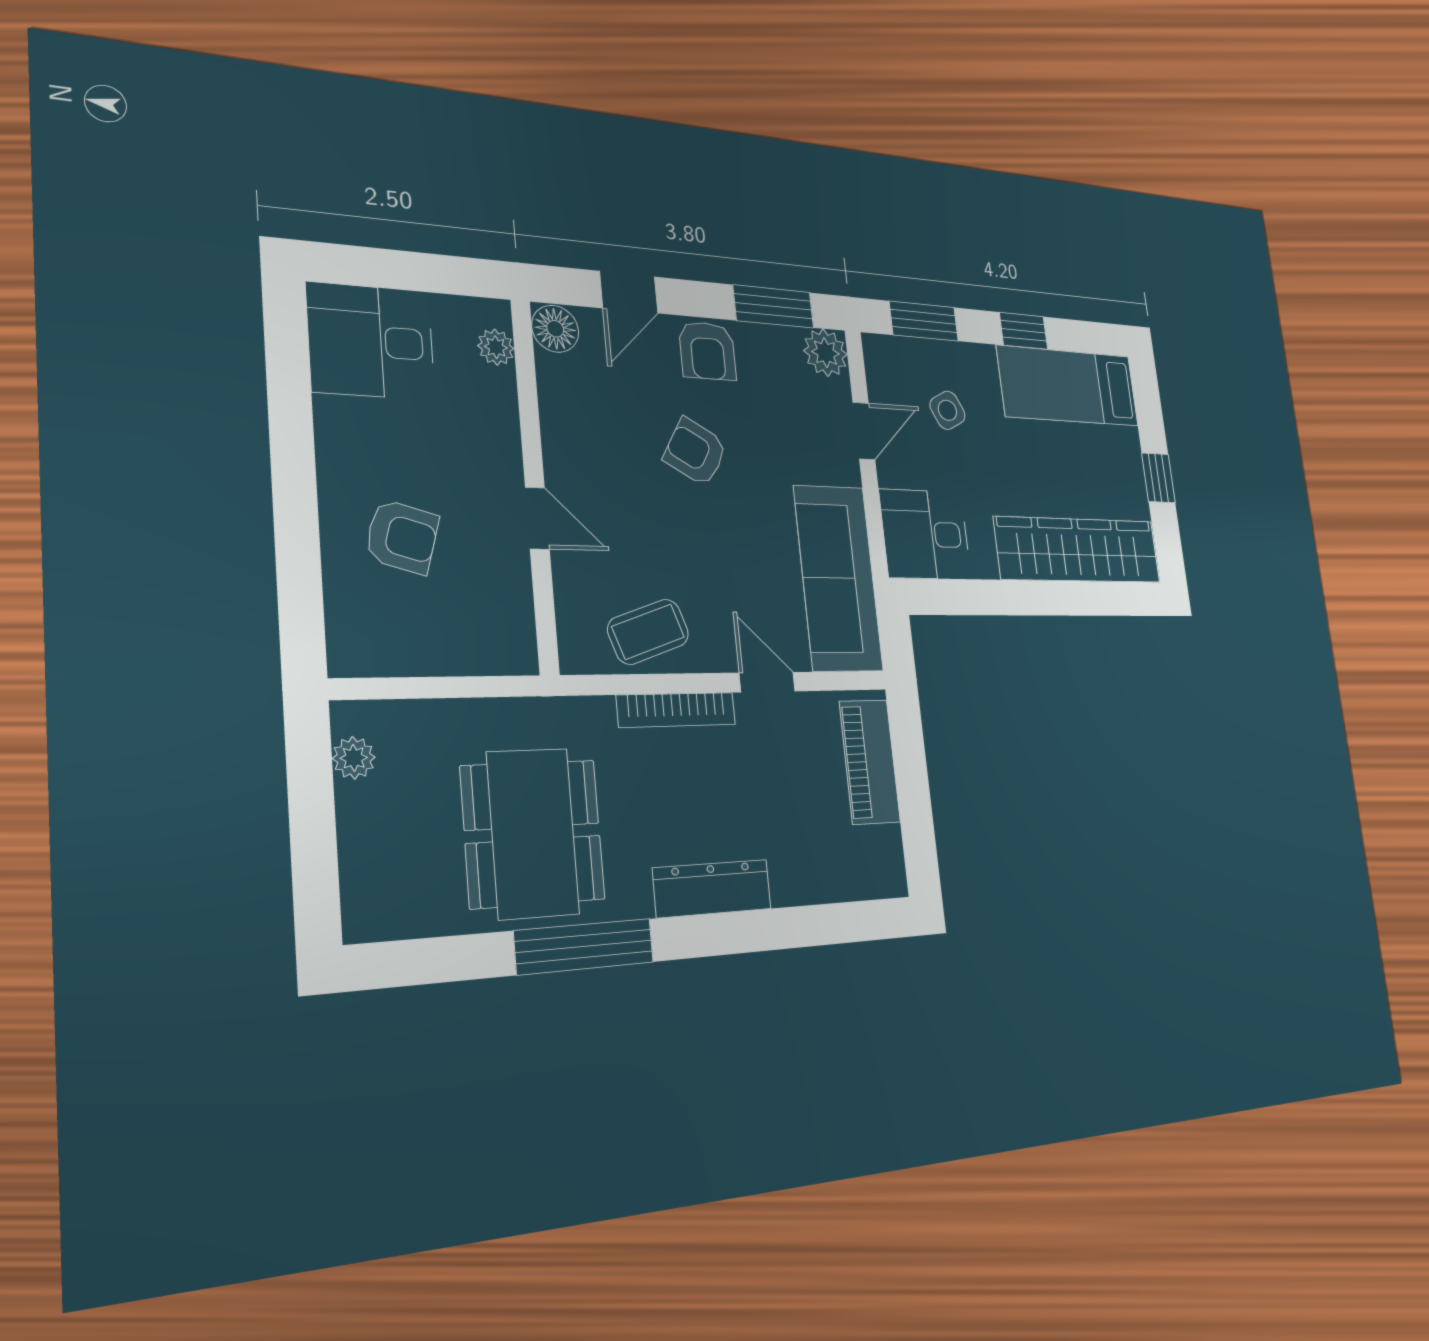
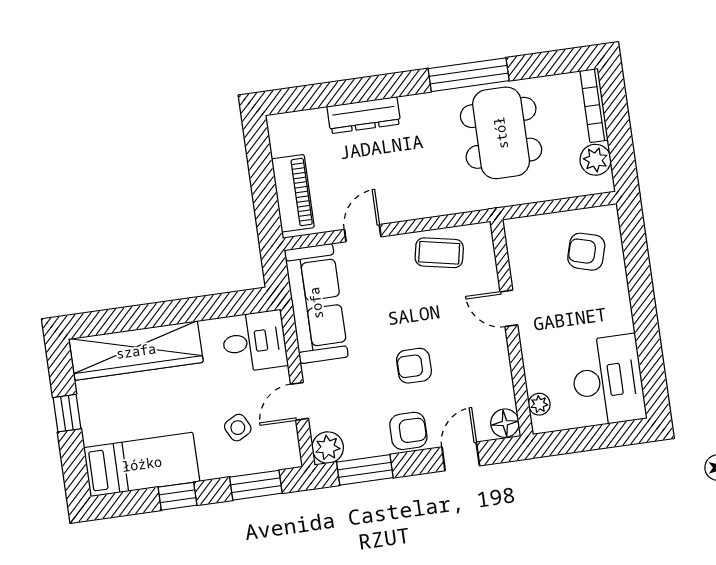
desk: (371, 341) -> (608, 380), width x1.37
armchair: (707, 351) -> (408, 431), turned 90
armchair: (695, 452) -> (414, 366), turned 150
armchair: (402, 537) -> (586, 252), moved
coffee table: (648, 632) -> (439, 253), turned 30
door: (767, 682) -> (363, 233), swing flipped
bookcase: (676, 710) -> (594, 105), moved, turned -90
plant: (354, 758) -> (595, 160), width x1.38, depth x1.38
dresser: (712, 888) -> (364, 115), moved

